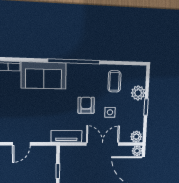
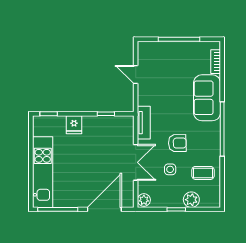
plant: (137, 151) -> (128, 202), removed

